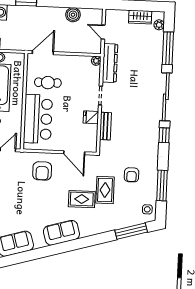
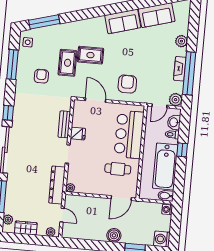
plant: (114, 14) -> (51, 232), added
boiler: (73, 15) -> (114, 235), moved
sofa: (61, 233) -> (123, 21), moved

